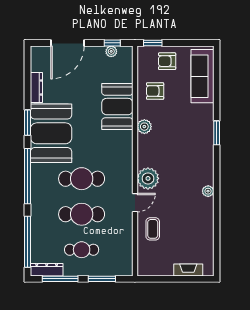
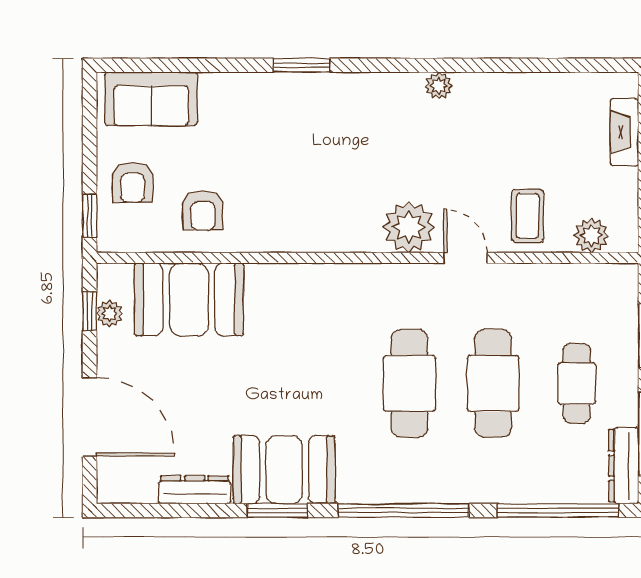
sofa: (202, 76) -> (151, 99), width x0.73
booth: (117, 107) -> (189, 299), moved
plant: (144, 127) -> (591, 236), moved
booth: (51, 133) -> (284, 470), width x0.73, depth x0.70
coffee table: (153, 229) -> (528, 216), turned 90

